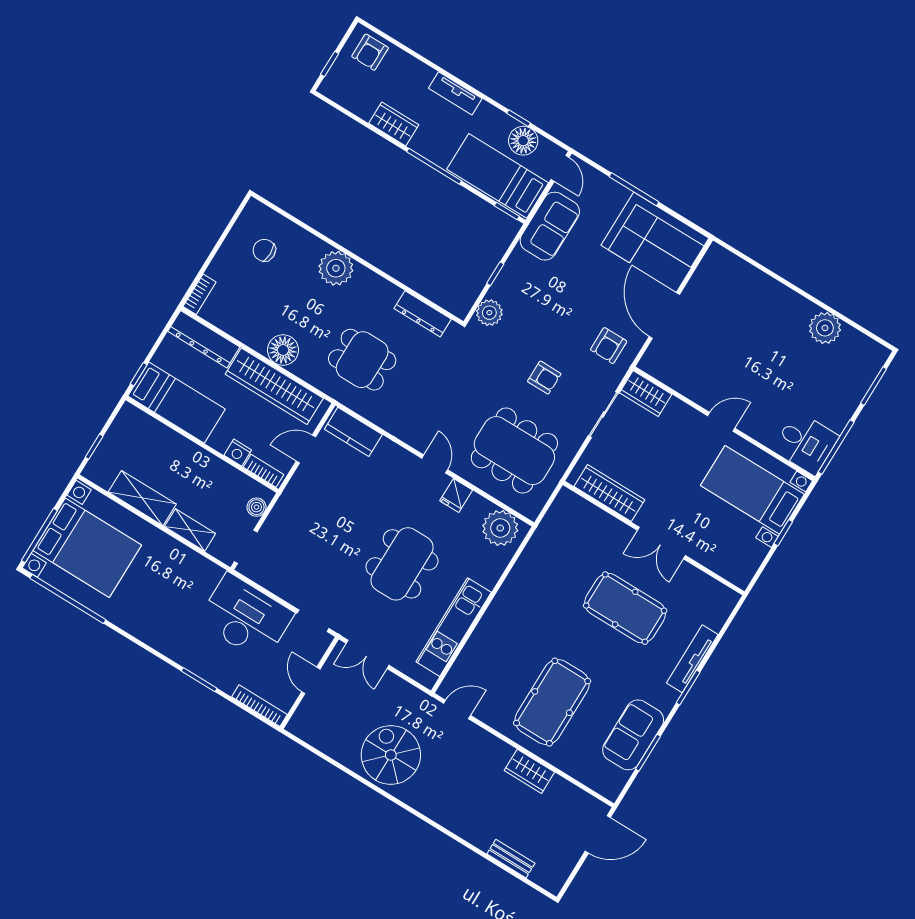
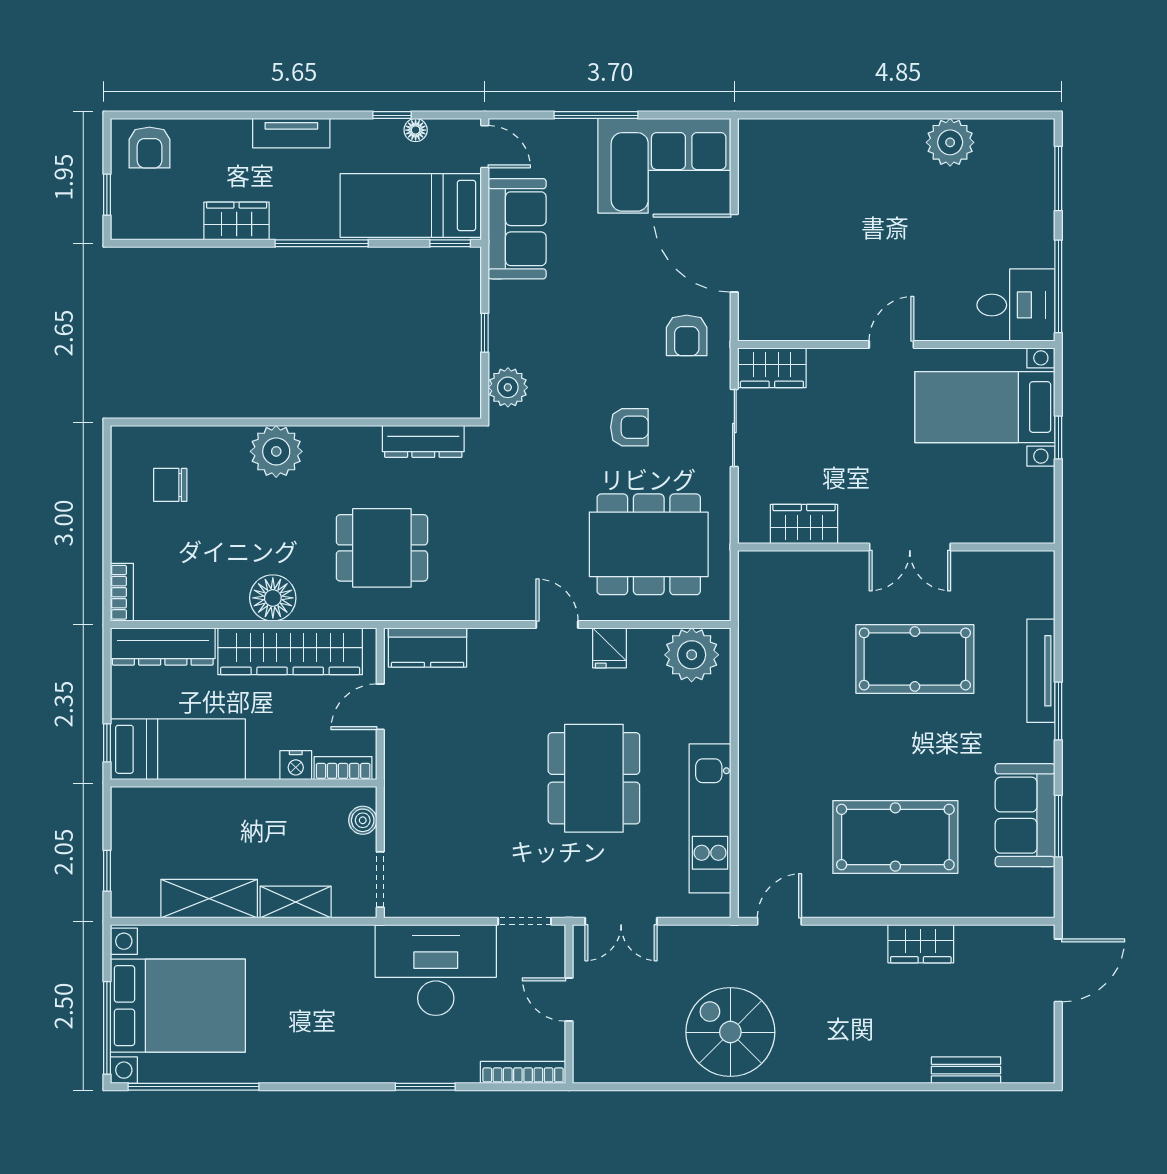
floor lamp: (523, 141) -> (416, 130), width x0.53, depth x0.53
wardrobe: (609, 493) -> (804, 524), width x0.67
pool table: (552, 702) -> (895, 837), turned 90

